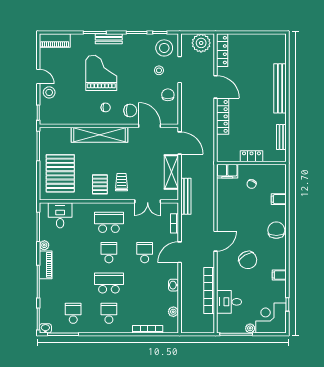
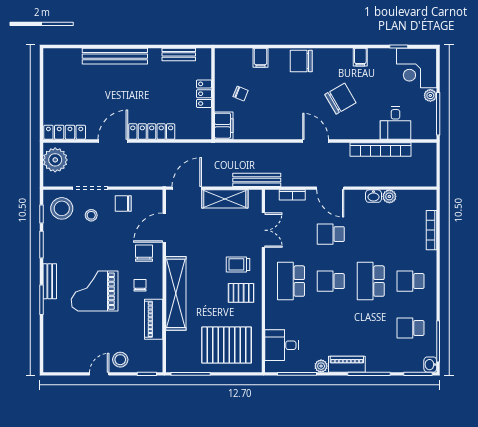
piano: (55, 41) -> (154, 319), moved, turned 180
plant: (173, 312) -> (389, 196), moved

